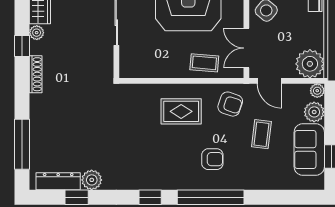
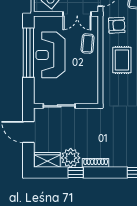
plant: (37, 33) -> (71, 158), width x1.88, depth x1.88
armchair: (230, 104) -> (117, 25), turned 68

